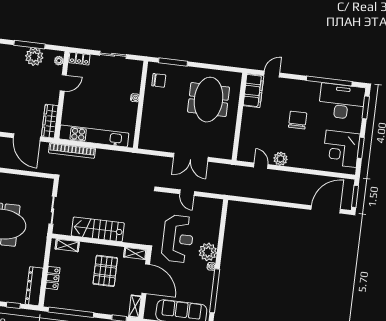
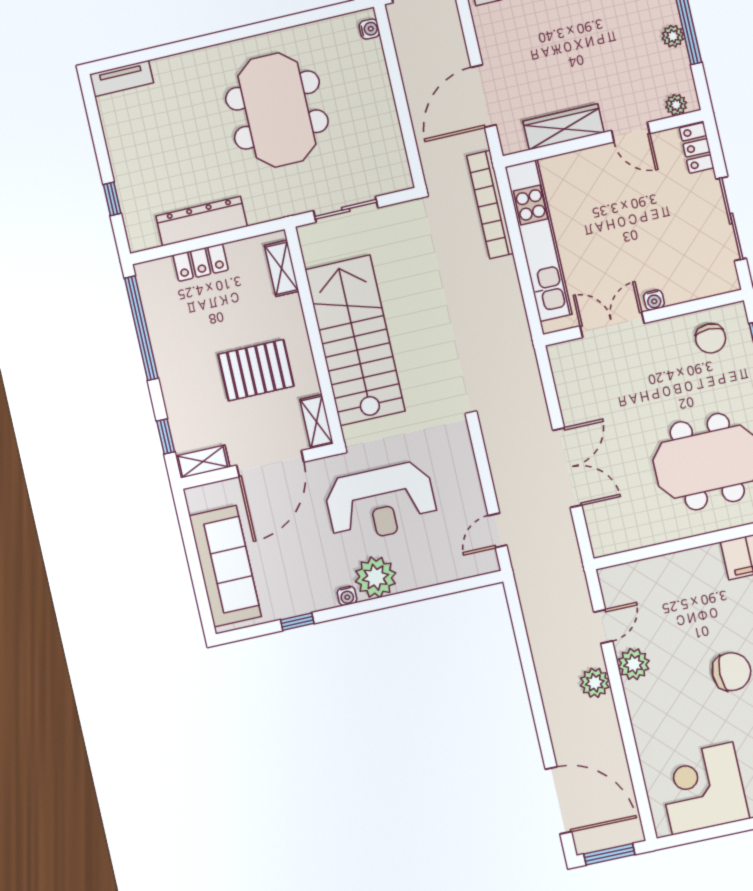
sliding door: (113, 55) -> (731, 219), width x1.37
plant: (34, 57) -> (673, 36), width x0.53, depth x0.53
double door: (139, 118) -> (612, 325), added
wardrobe: (50, 121) -> (564, 127), moved
window: (361, 148) -> (720, 831), removed
double door: (191, 157) -> (567, 468), swing flipped
plant: (283, 177) -> (595, 683), added
door: (187, 193) -> (497, 530), moved
stairs: (98, 229) -> (355, 340), width x1.36, depth x1.51
dresser: (34, 286) -> (202, 221), moved
window: (215, 291) -> (297, 622), width x0.32

